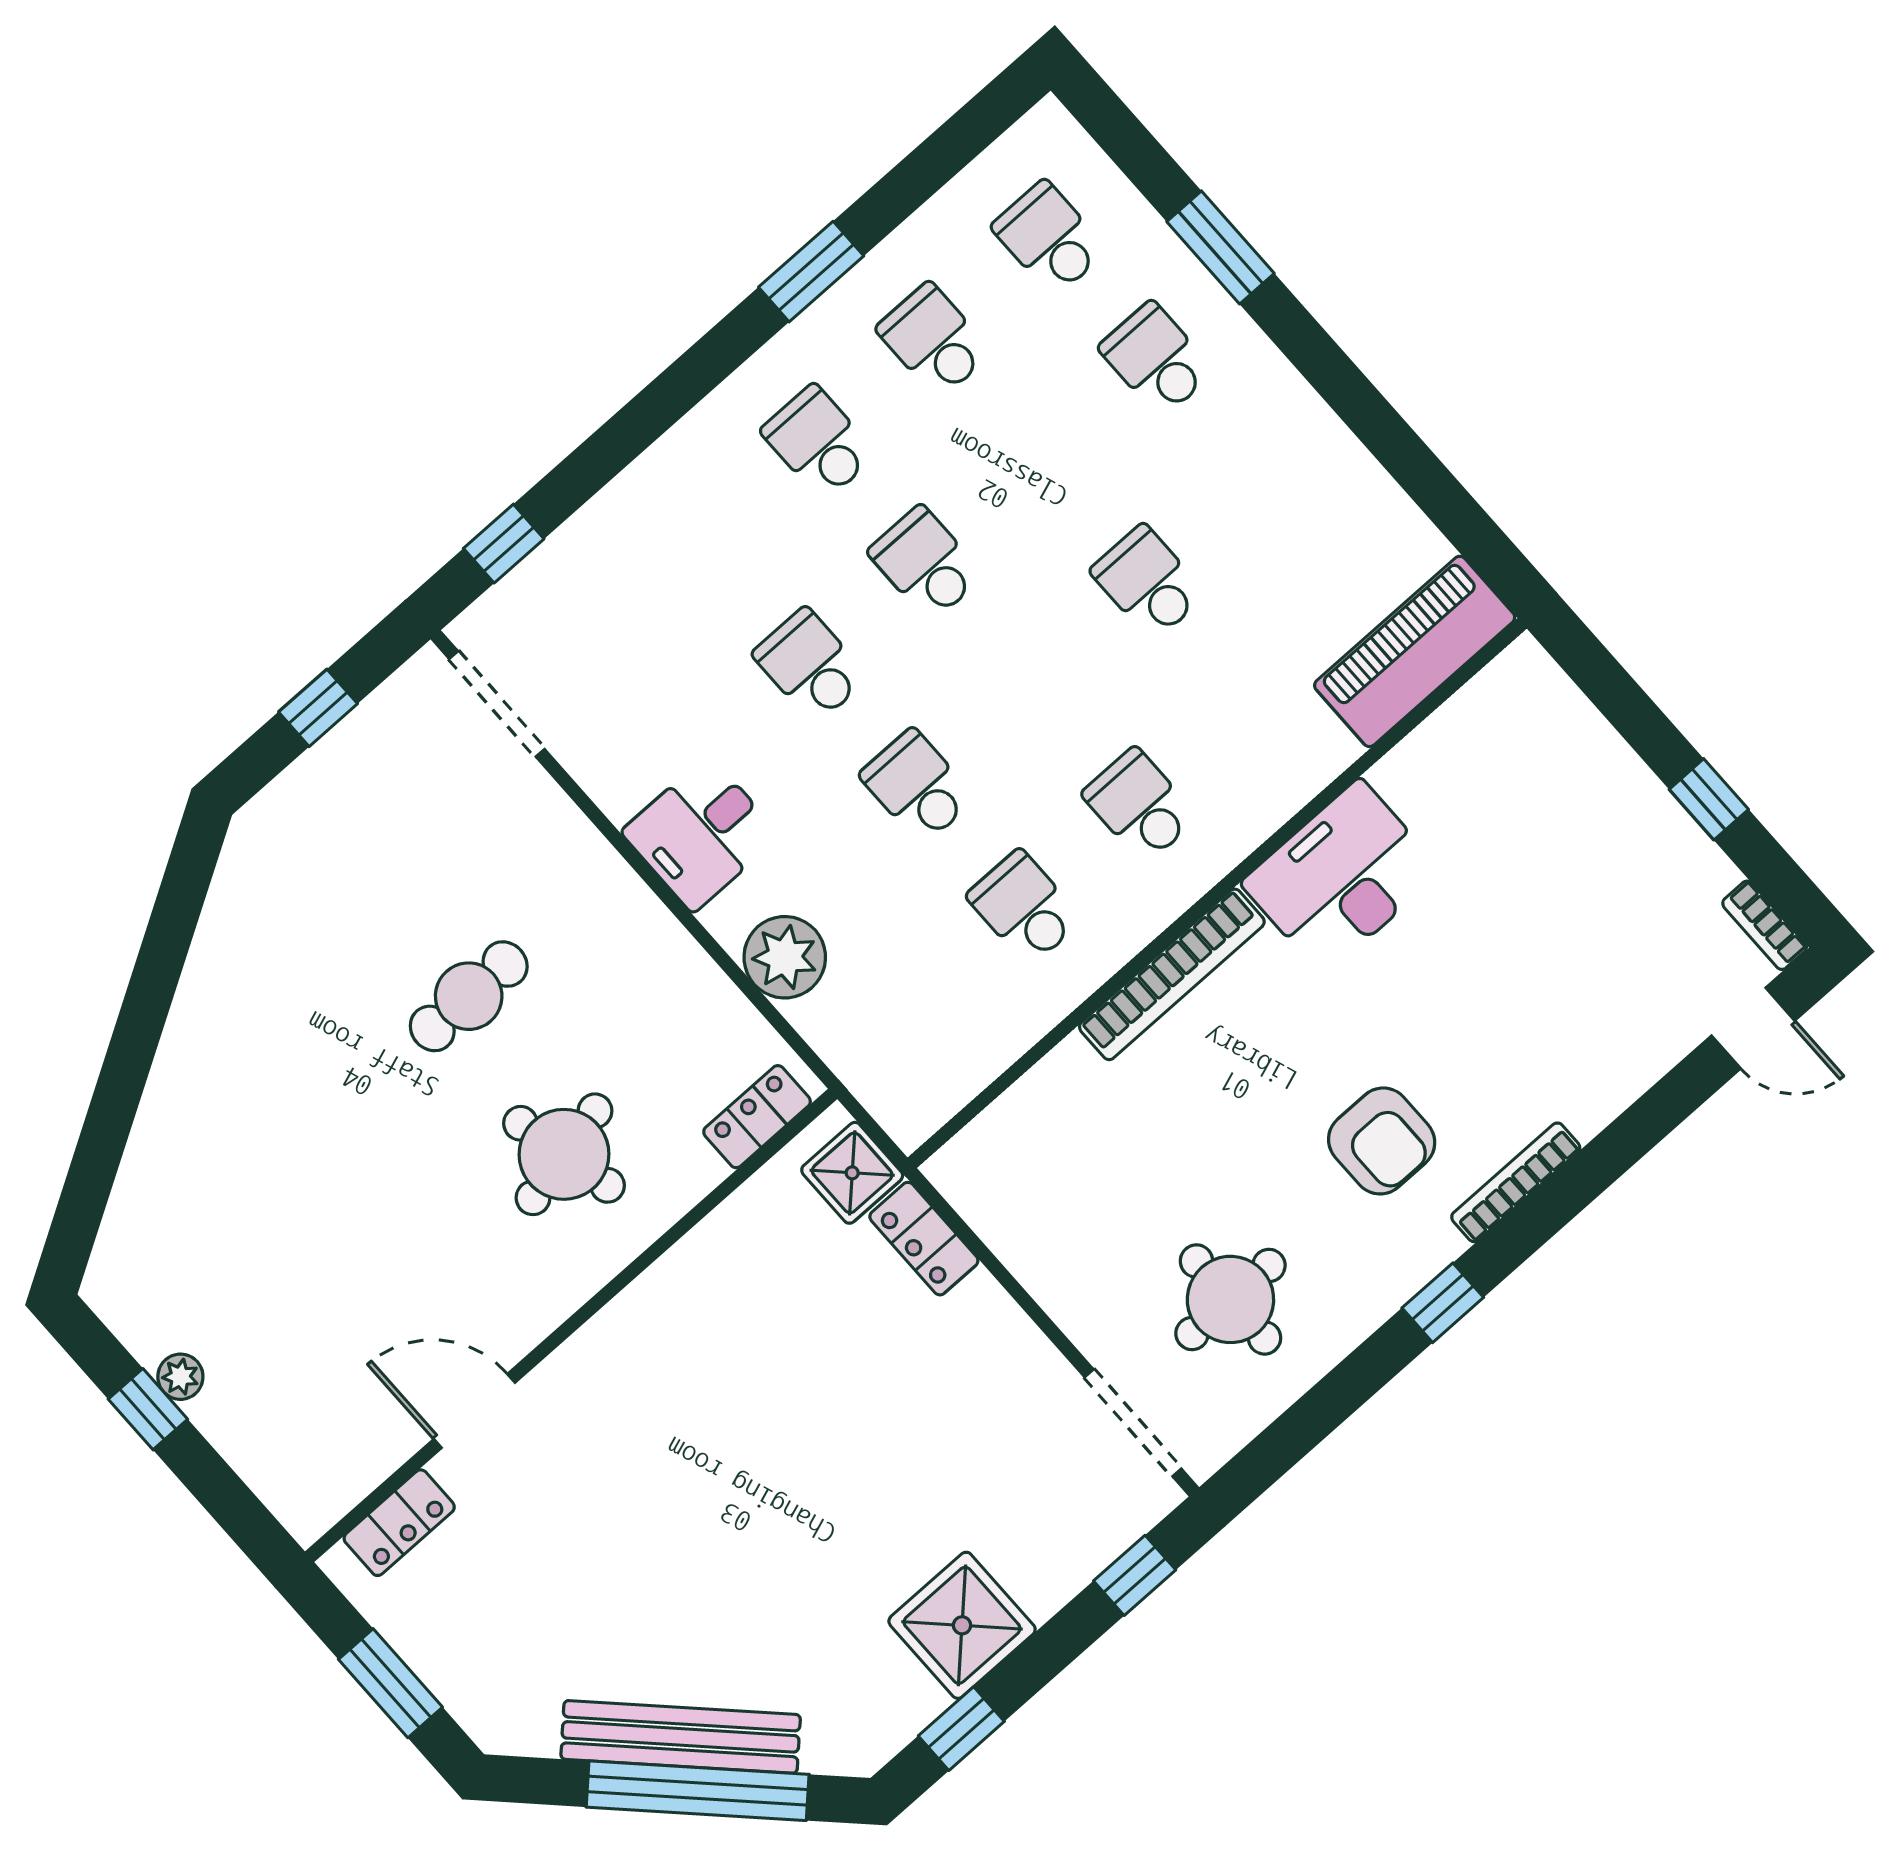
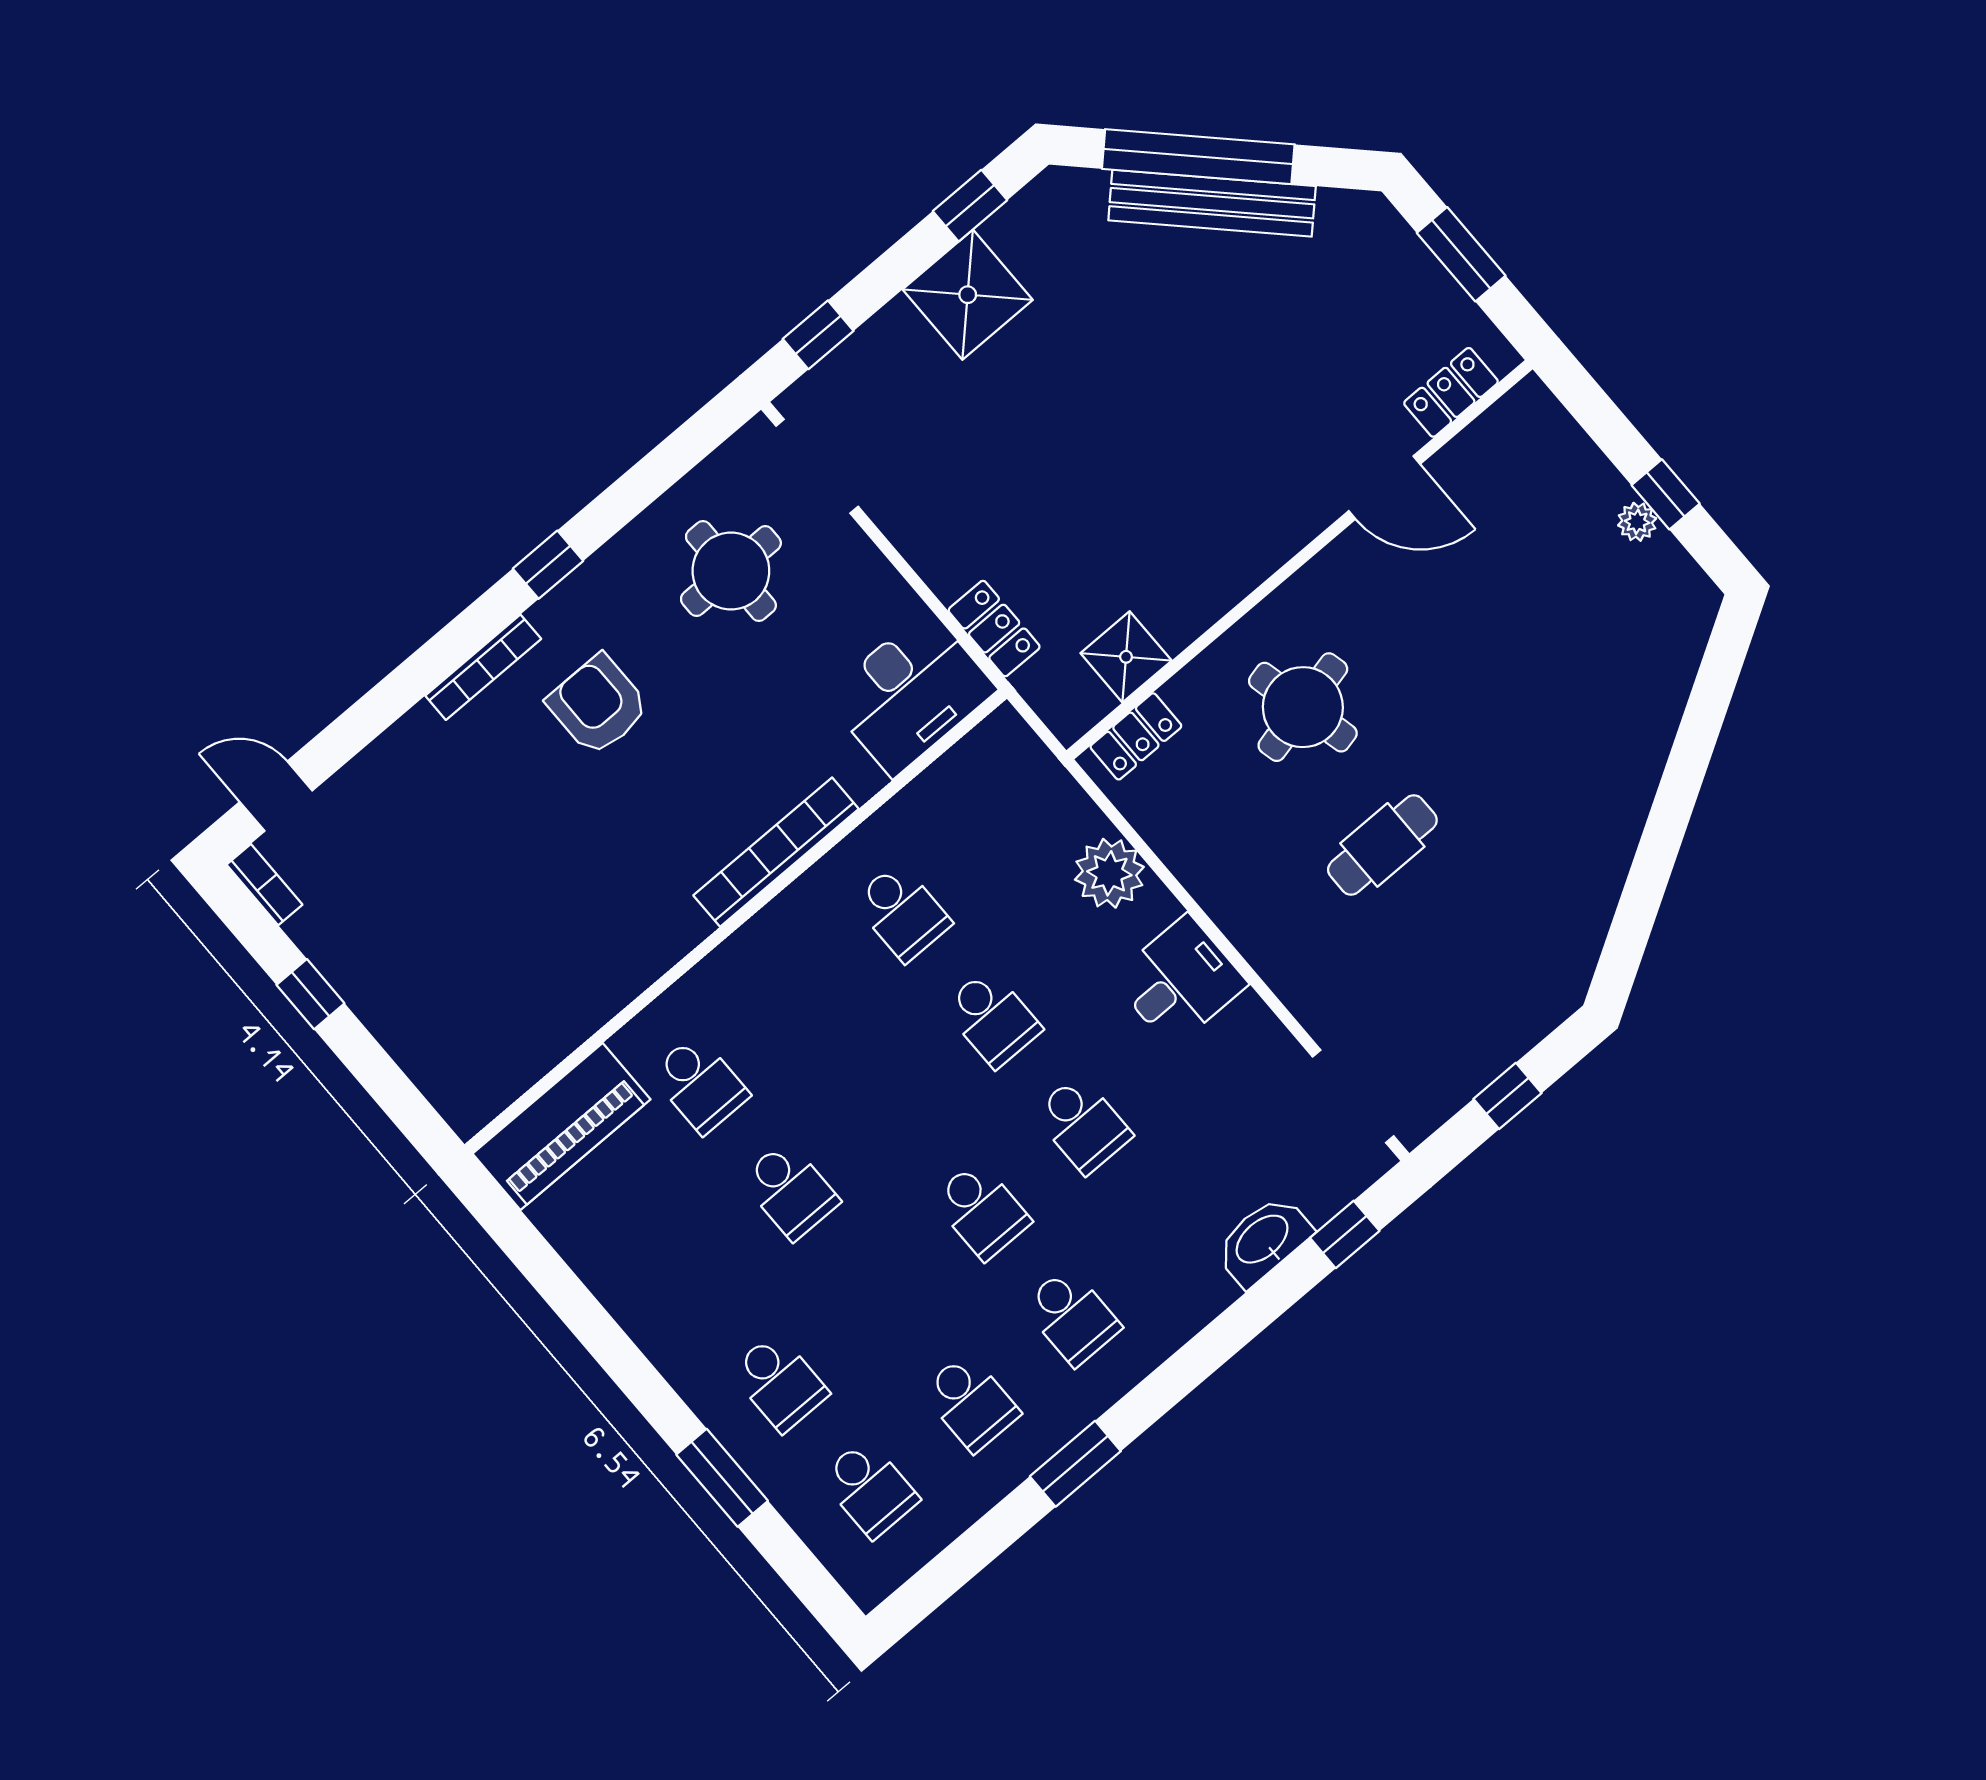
washbasin: (598, 535) -> (1263, 1240), added
school desk: (1140, 806) -> (700, 1084), moved
desk: (1342, 877) -> (910, 693), moved
shower: (852, 1173) -> (1126, 657), moved

